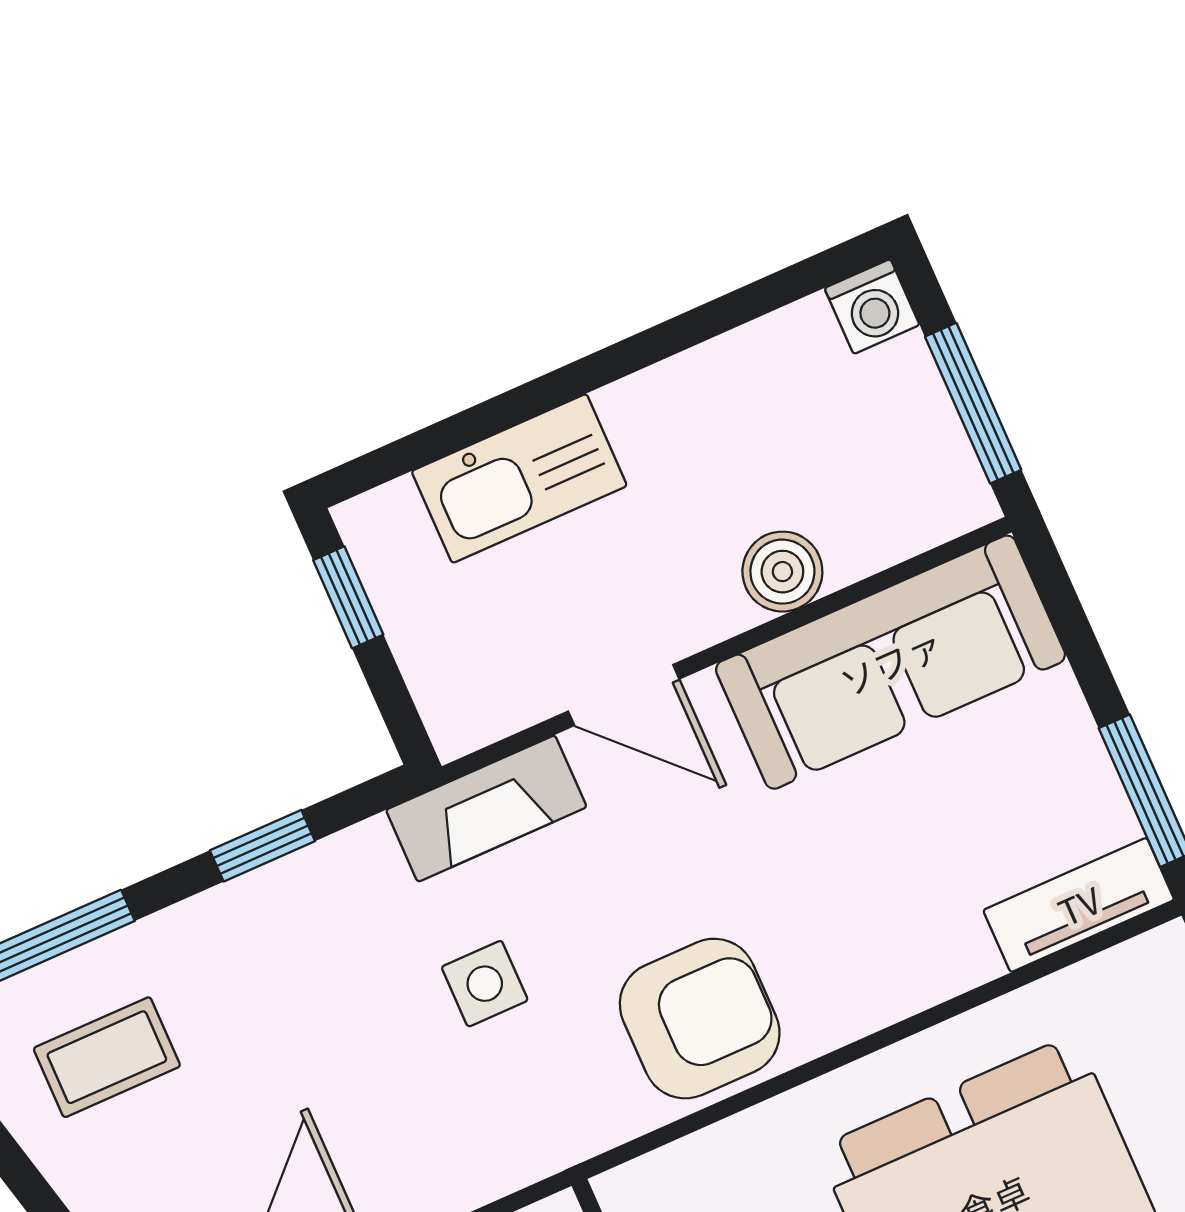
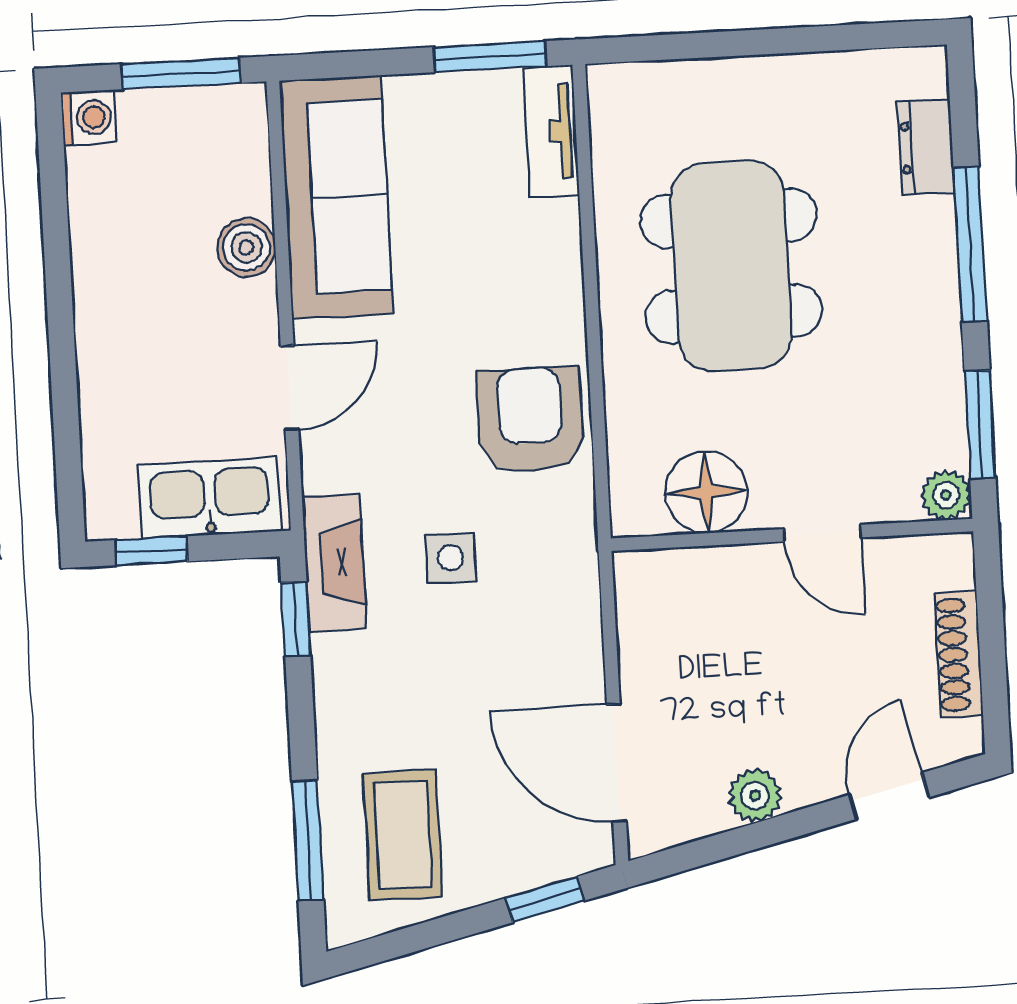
kitchen sink: (519, 478) -> (210, 498), moved, turned -90
fireplace: (486, 809) -> (334, 563), moved
window: (262, 846) -> (296, 619), moved
coffee table: (107, 1057) -> (403, 835), width x1.36, depth x1.30

